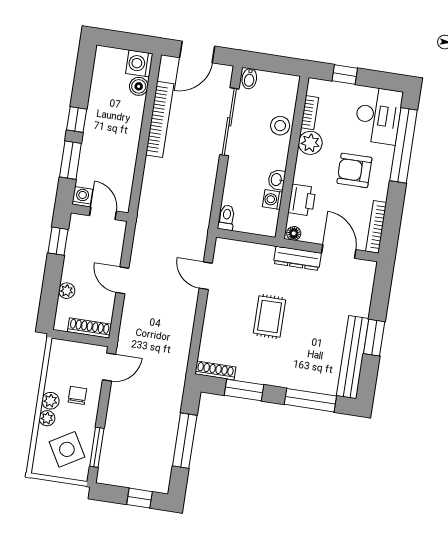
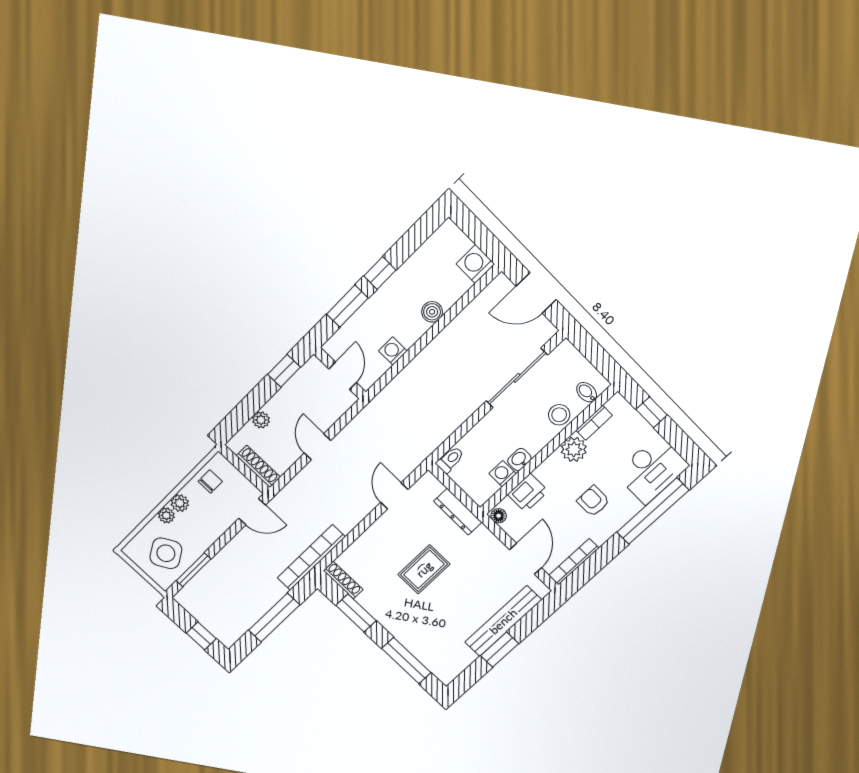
bidet: (249, 79) -> (587, 392), moved, turned 90
boiler: (139, 86) -> (432, 312), moved
bookcase: (160, 119) -> (311, 557), moved, turned 180
armchair: (354, 170) -> (593, 501), width x0.72, depth x0.72
washing machine: (82, 197) -> (393, 351), moved, turned -90
dresser: (297, 258) -> (458, 512), moved
bench: (353, 357) -> (503, 621), moved
chair: (77, 395) -> (210, 481), moved

